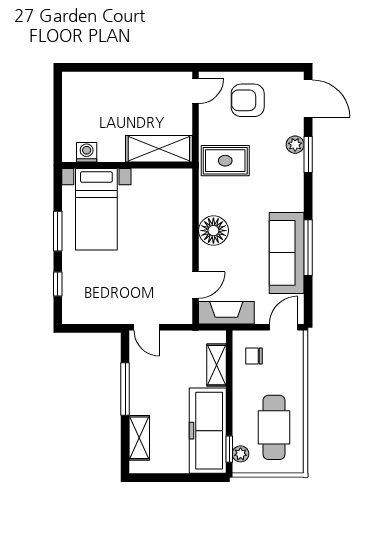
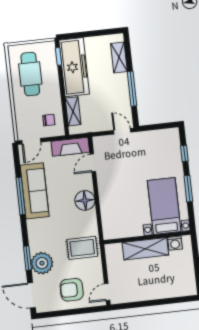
armchair: (248, 100) -> (72, 290), turned 180
plant: (295, 145) -> (42, 263), width x1.88, depth x1.88
shelving: (159, 149) -> (145, 249), moved
plant: (241, 454) -> (51, 54), removed

